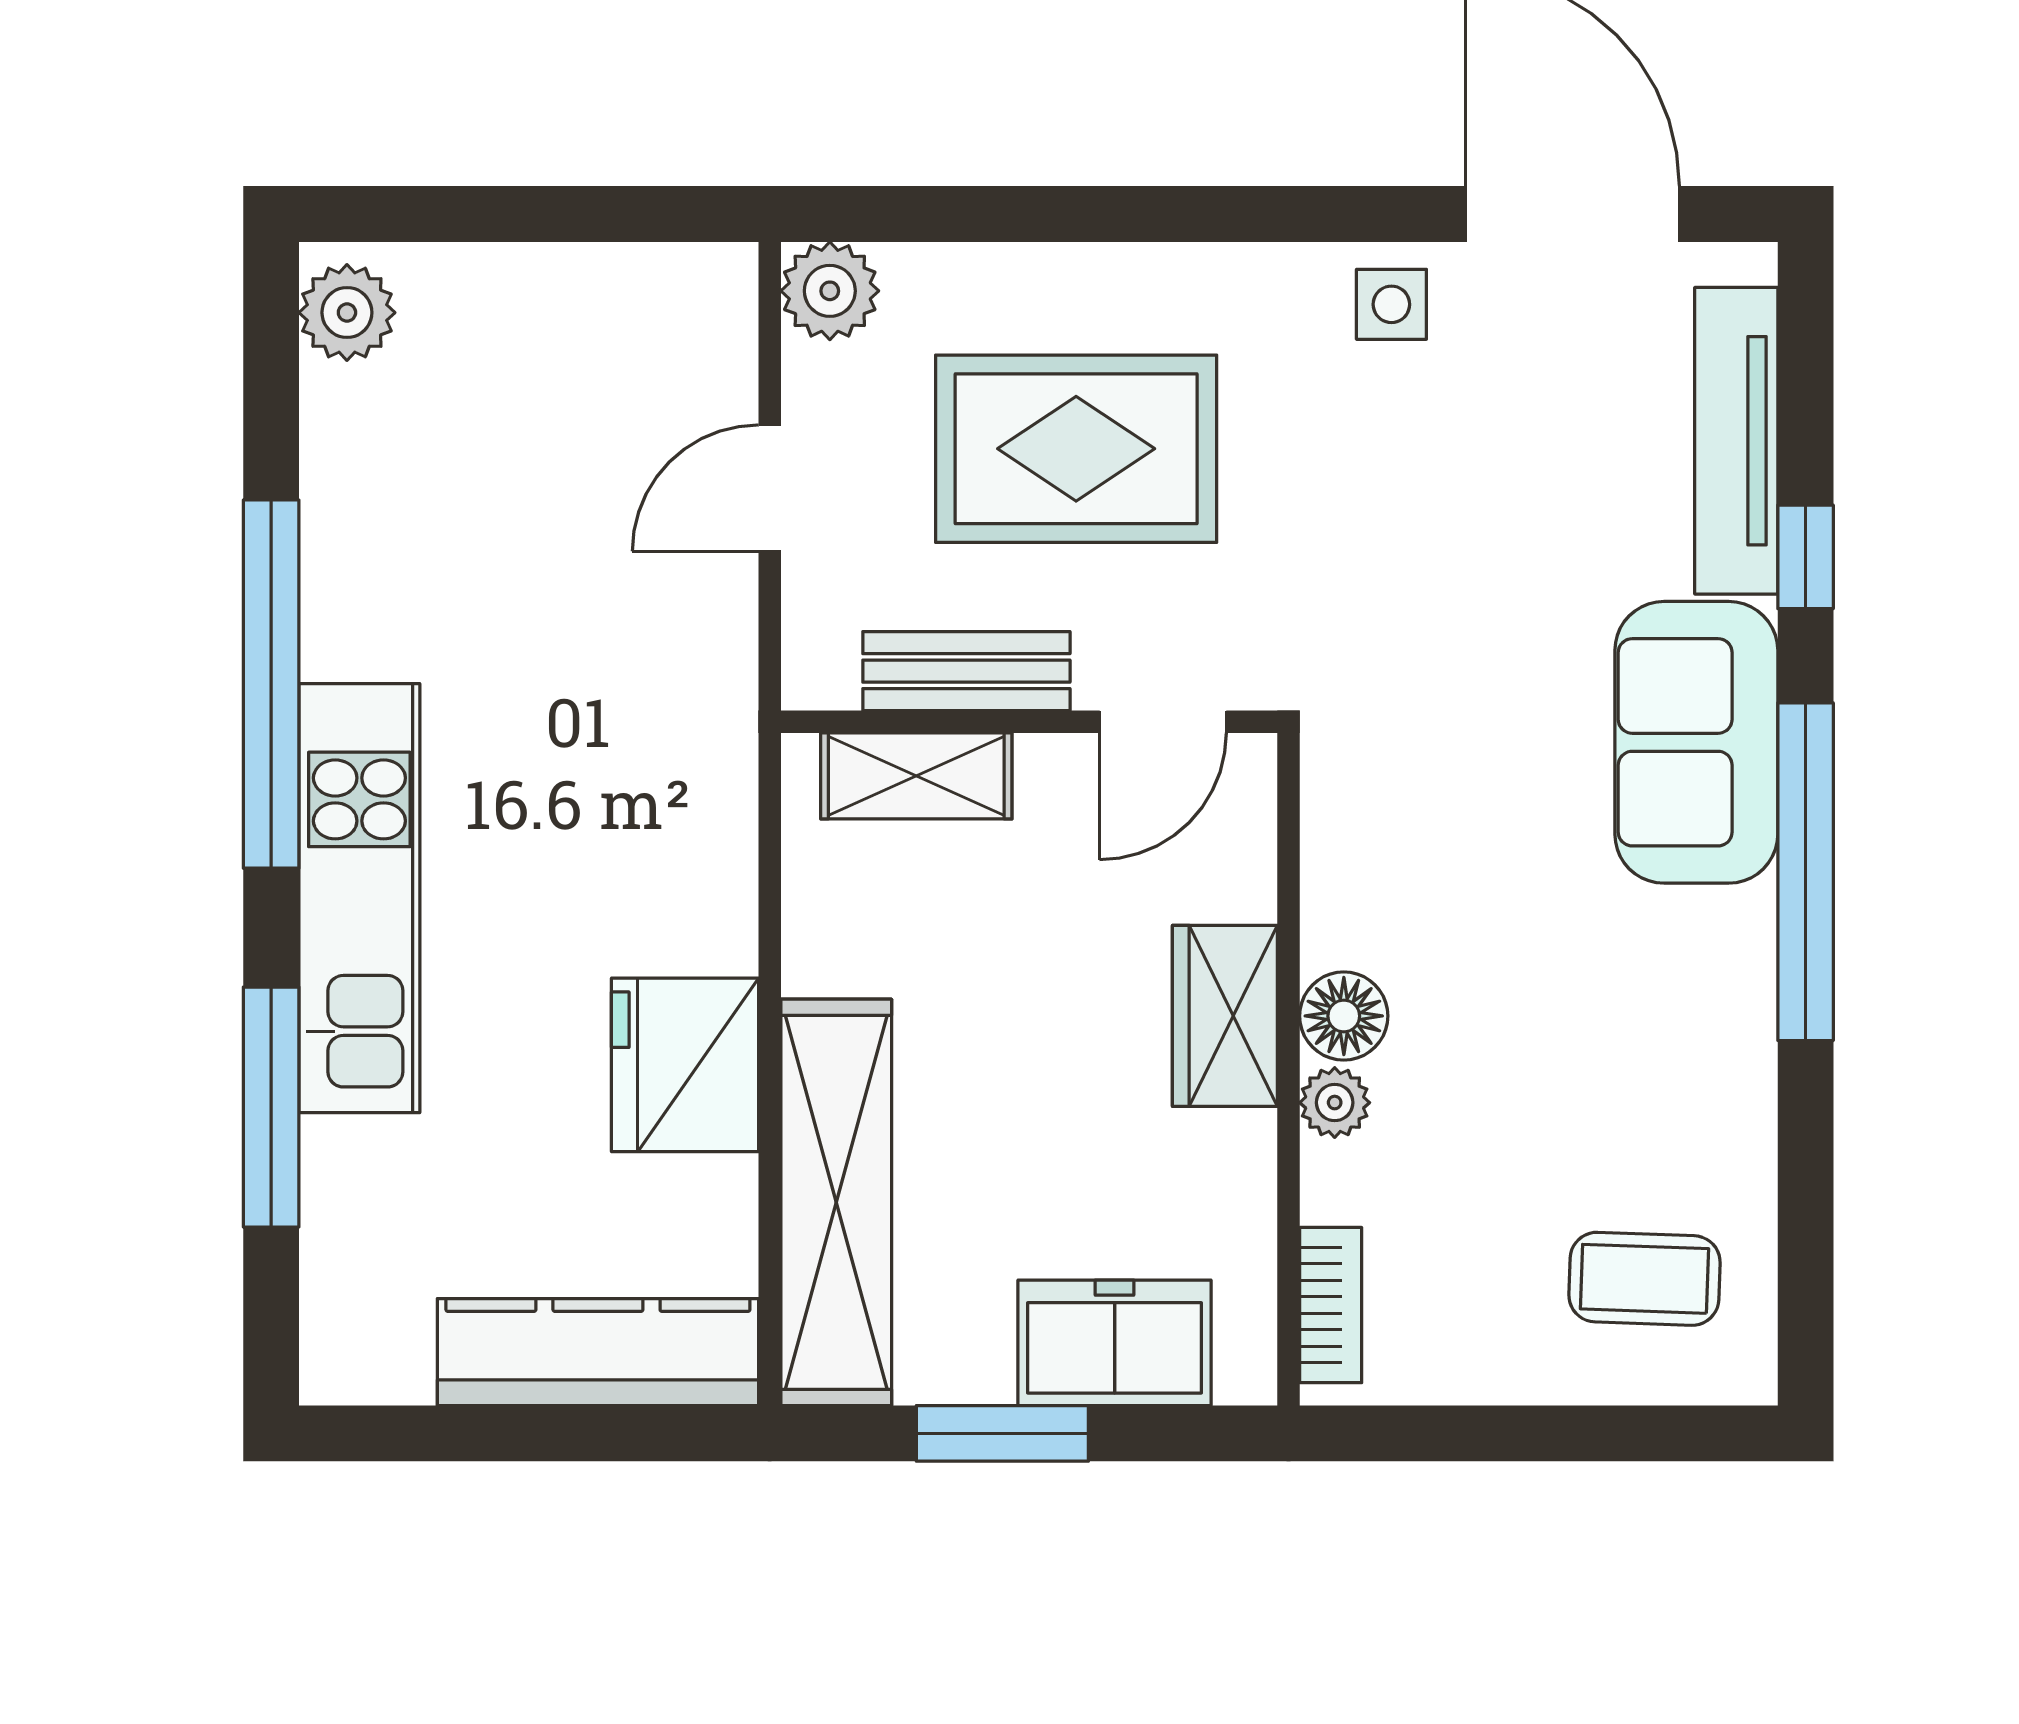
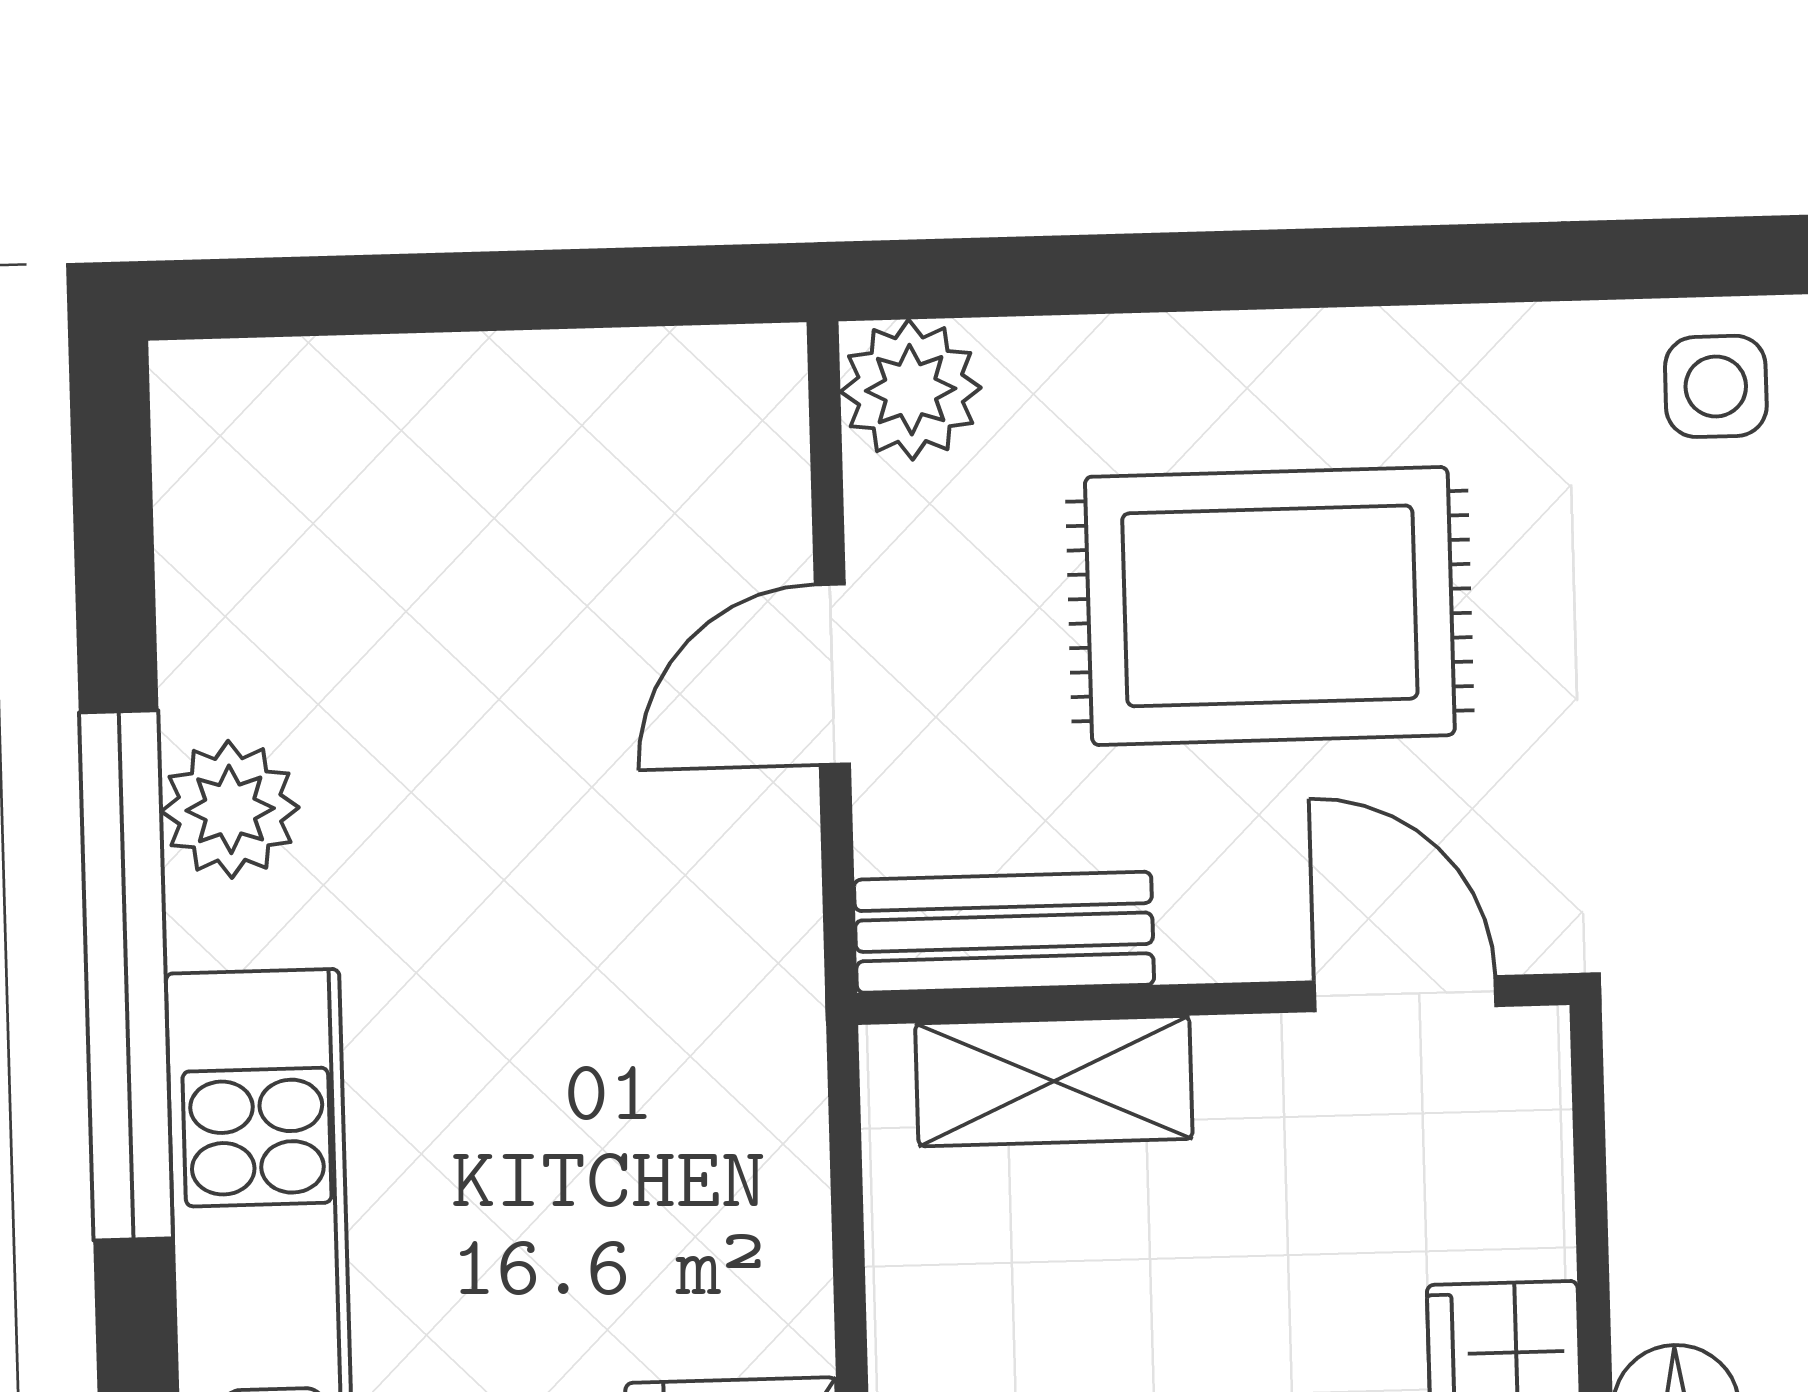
plant: (347, 313) -> (230, 809), moved
bench: (966, 671) -> (1004, 932), moved
door: (1163, 722) -> (1405, 994), swing flipped

